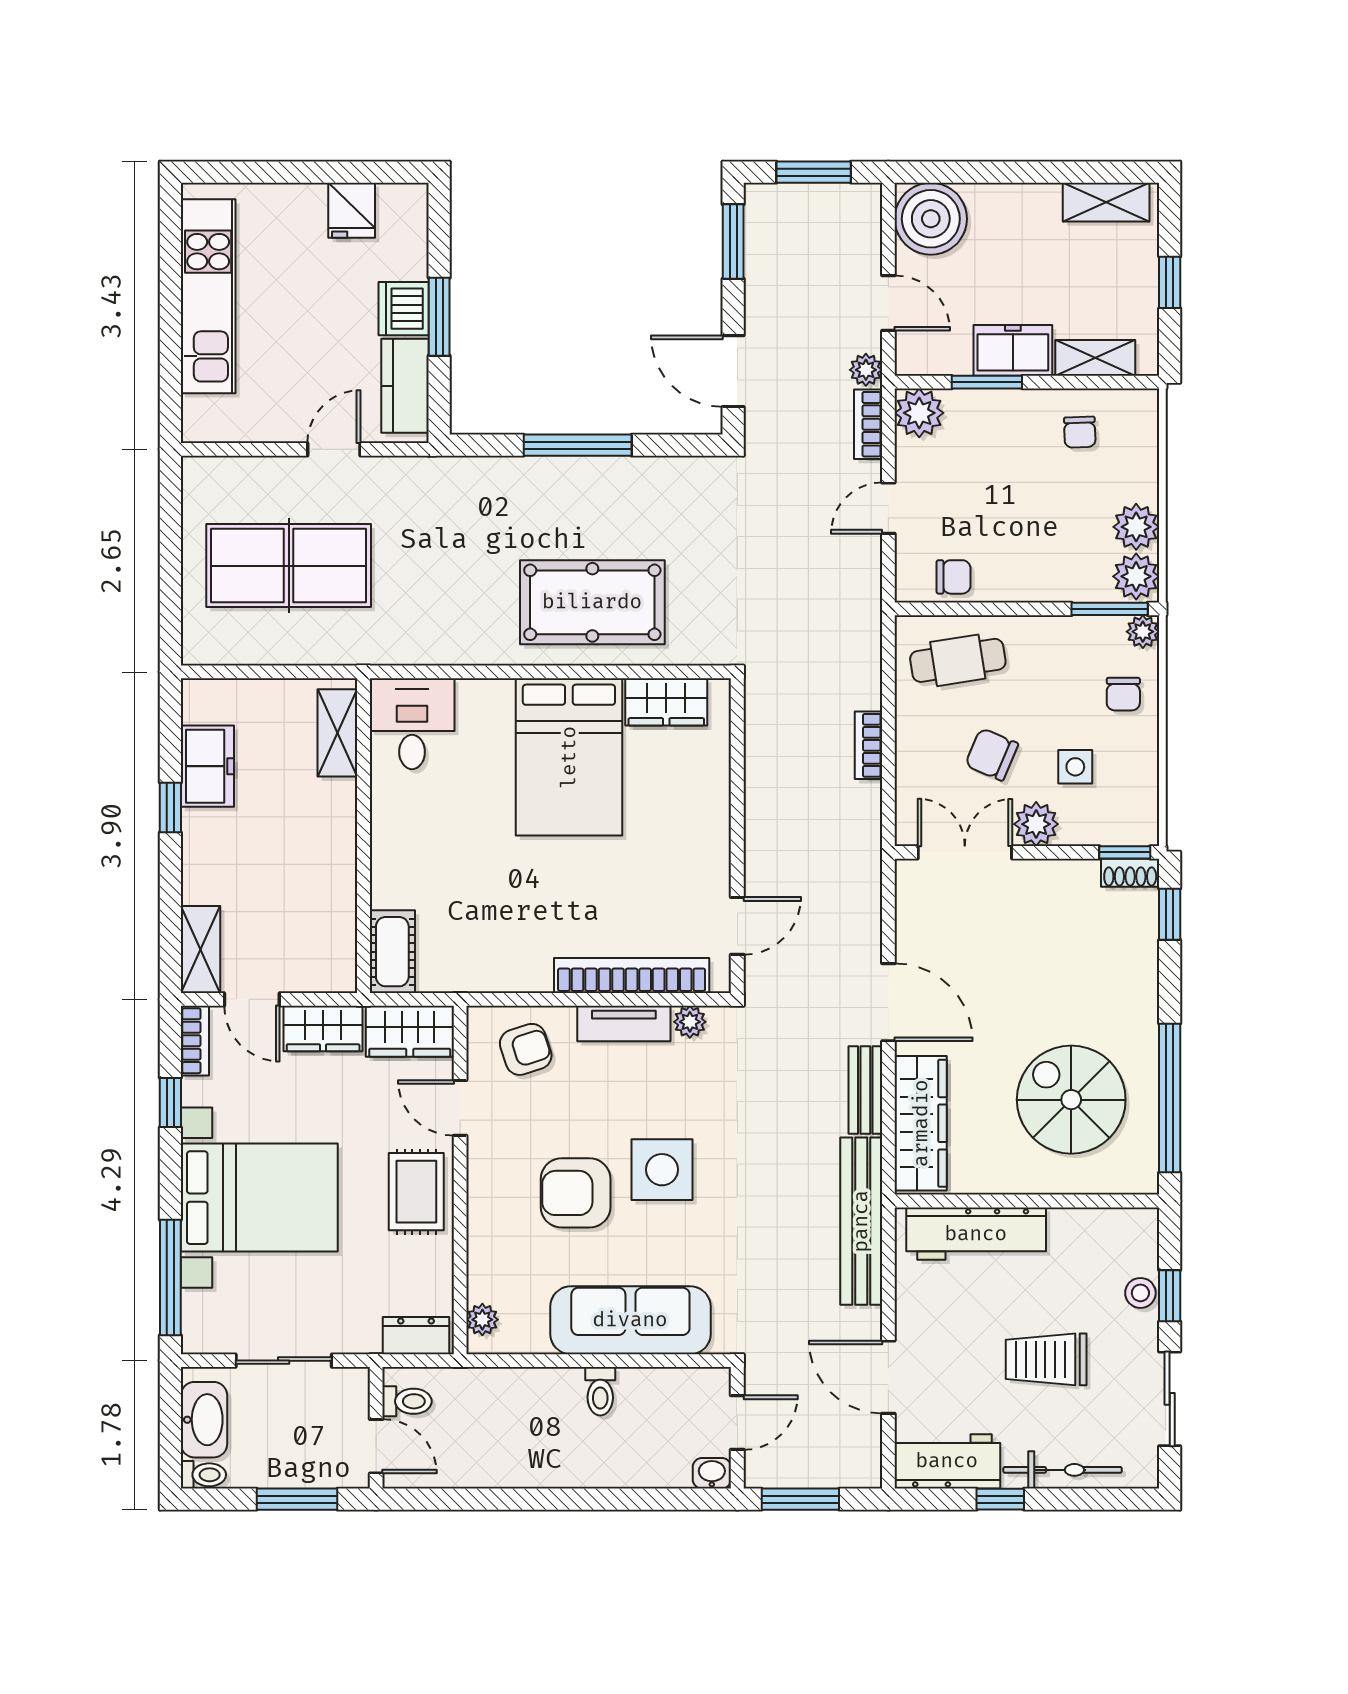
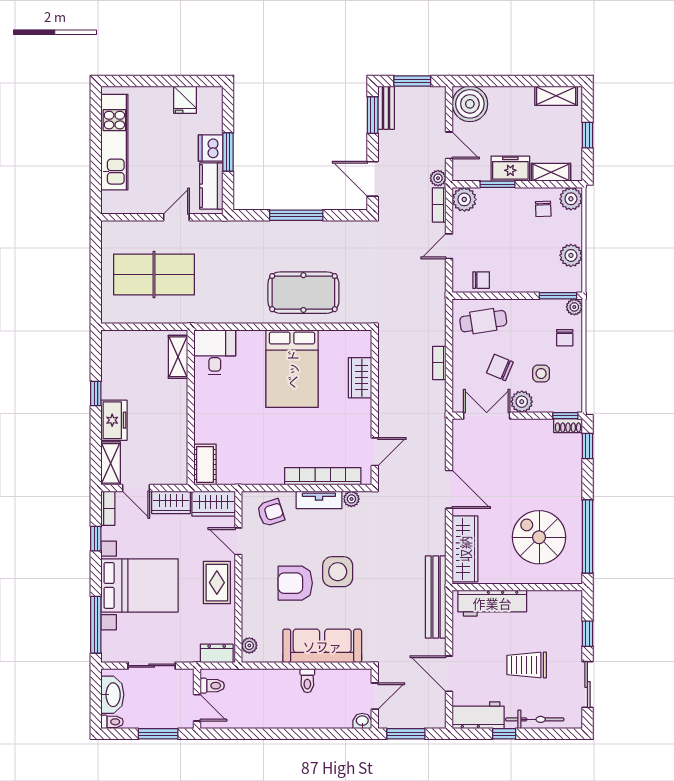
plant: (1136, 576) -> (571, 199), moved
wardrobe: (666, 702) -> (360, 378), moved, turned 90
freezer: (207, 766) -> (114, 420), moved
bench: (865, 1090) -> (386, 108), moved
stool: (1140, 1293) -> (573, 632), removed

